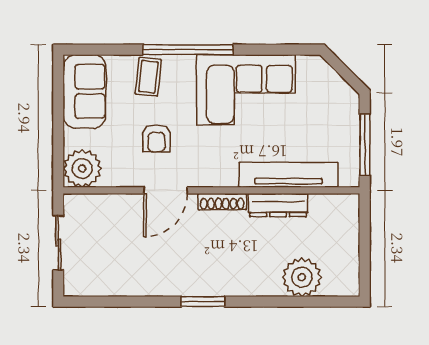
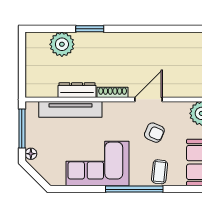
floor lamp: (351, 105) -> (31, 154), added
armchair: (156, 138) -> (154, 133), turned 114
window: (203, 302) -> (90, 29), moved

